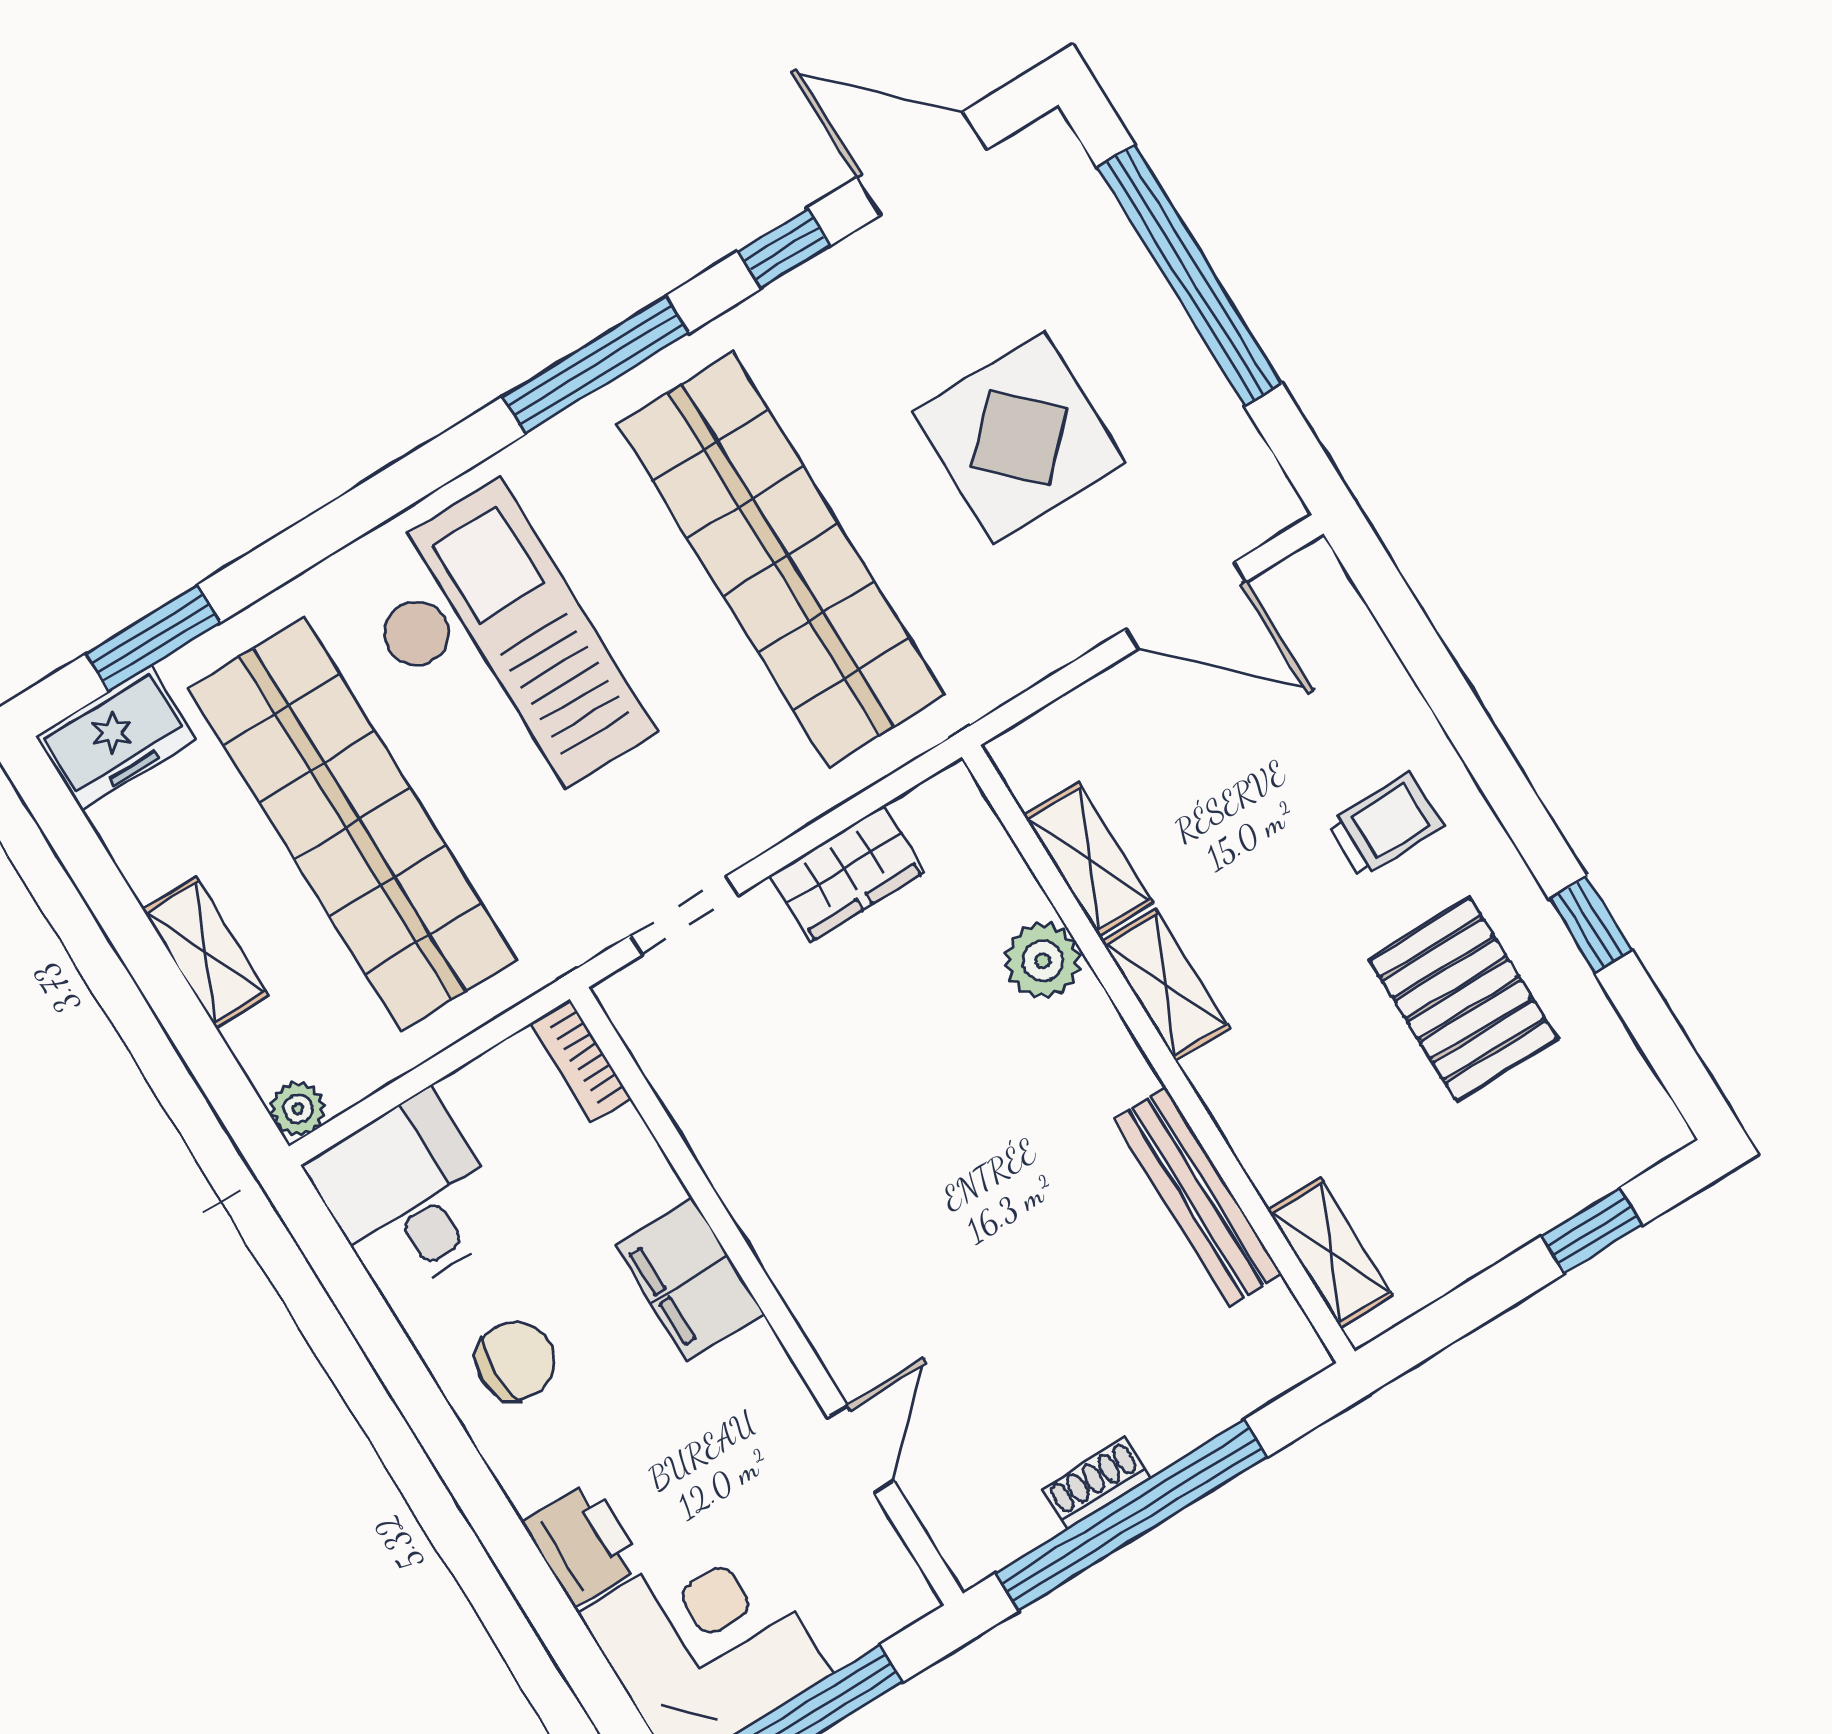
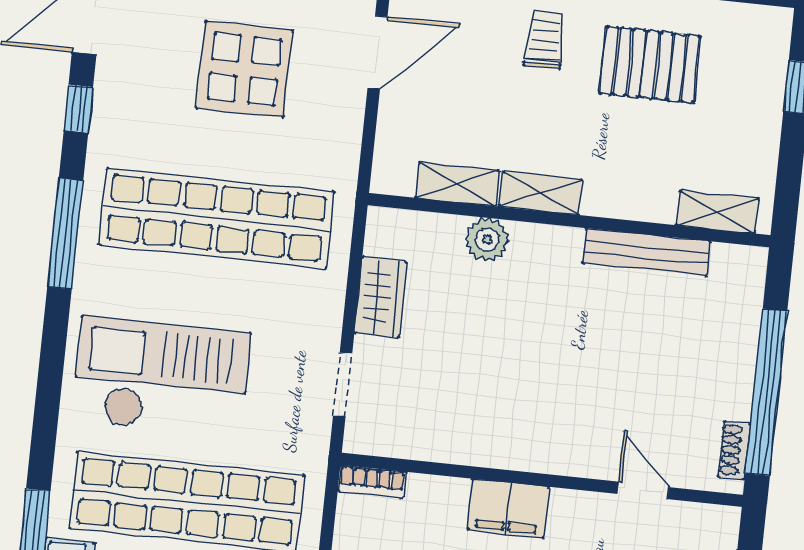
shoe rack: (1096, 1483) -> (734, 450), moved

